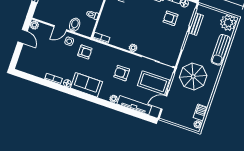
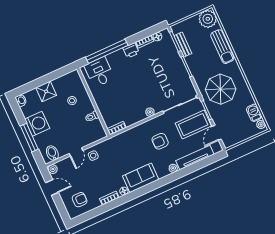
armchair: (170, 18) -> (158, 59), removed
bidet: (75, 25) -> (52, 153), moved
armchair: (85, 52) -> (80, 200), moved

